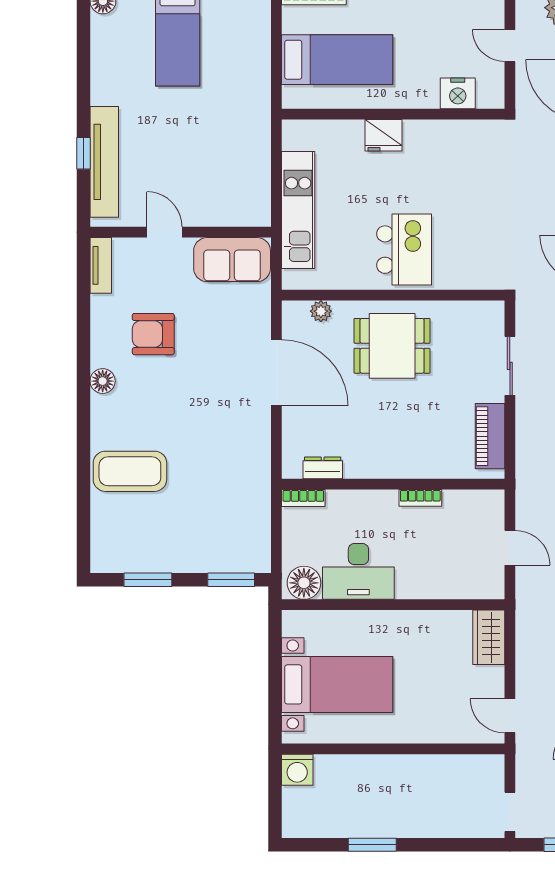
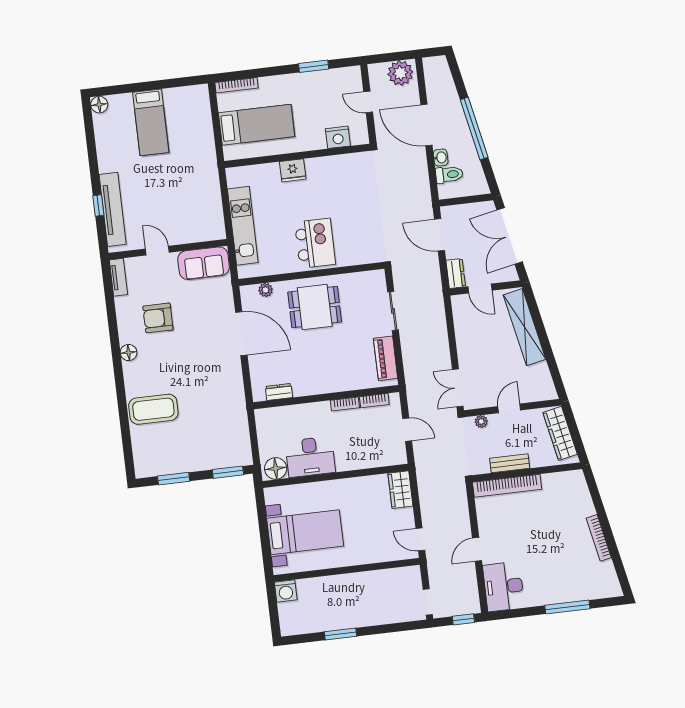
bookcase: (303, 498) -> (374, 401), moved

